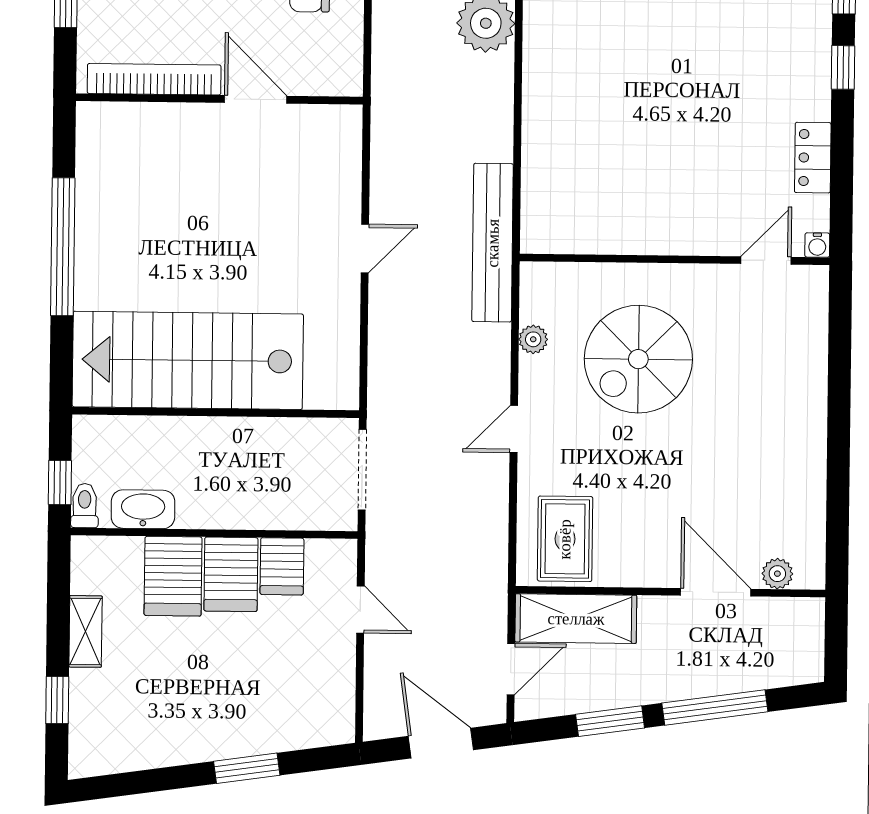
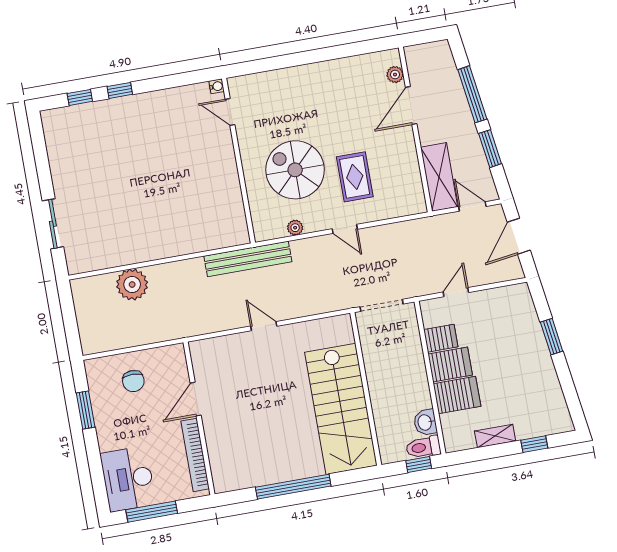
locker: (813, 158) -> (171, 97), removed
spiral stairs: (638, 359) -> (295, 170), turned 180
toilet: (85, 506) -> (423, 447), width x1.37, depth x1.39
washbasin: (143, 509) -> (425, 422), width x0.72
rug: (565, 539) -> (355, 177), moved, turned 90

